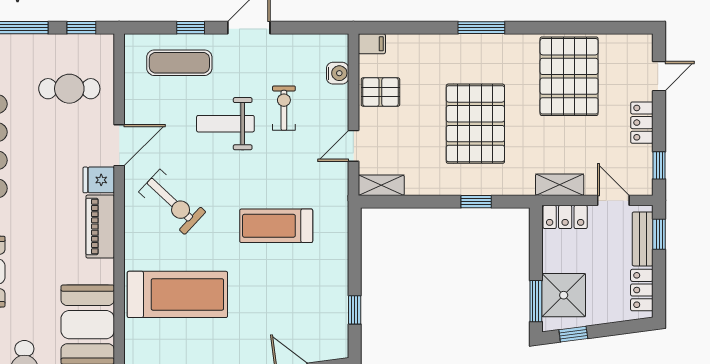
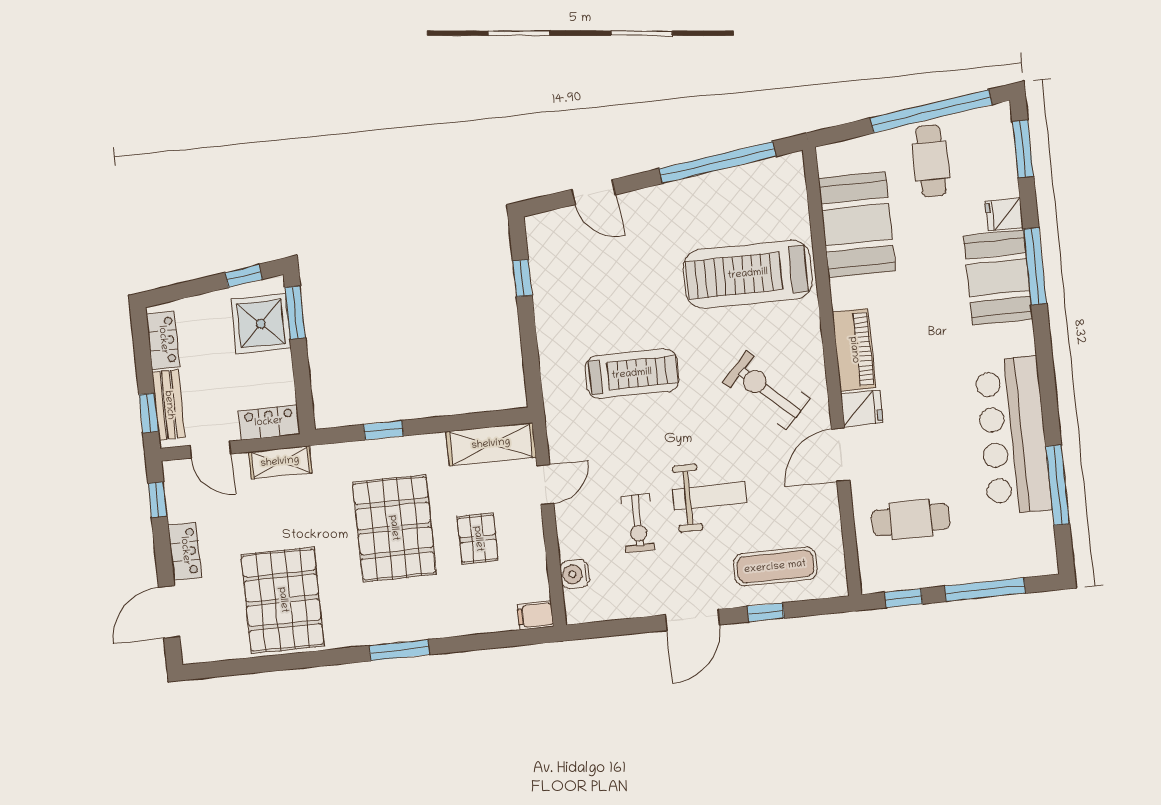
door: (659, 76) -> (169, 612), width x1.38
pallet: (380, 92) -> (478, 539), moved, turned 90
shelving: (381, 185) -> (491, 444), width x1.50, depth x1.33

